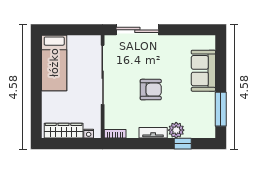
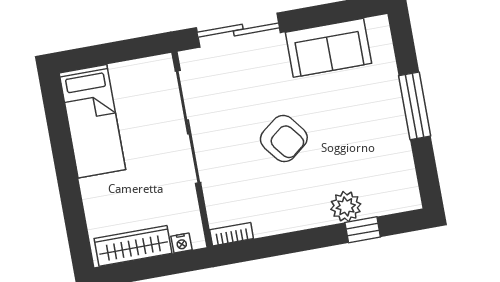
sofa: (203, 71) -> (328, 48), moved, turned -90
armchair: (151, 90) -> (284, 139), turned 52
window: (221, 109) -> (415, 106), moved
tv unit: (153, 133) -> (303, 219), removed

